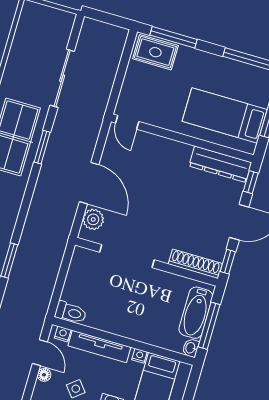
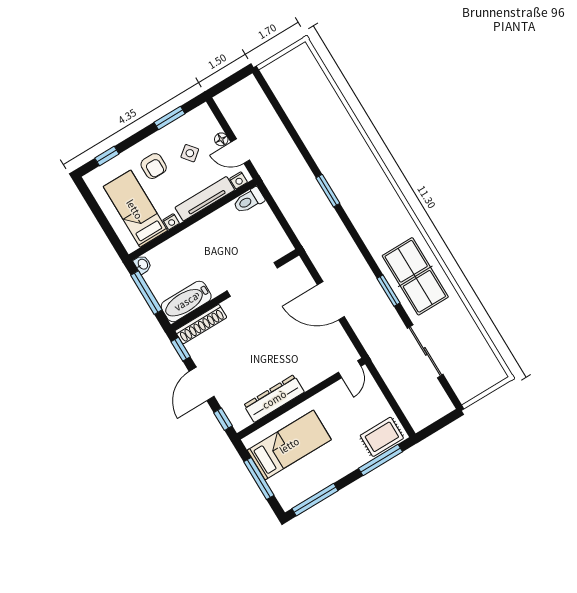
door: (127, 122) -> (350, 369), swing flipped
dresser: (220, 164) -> (274, 399), moved
plant: (93, 219) -> (302, 279), removed
bathtub: (196, 313) -> (186, 301), moved, turned -90

